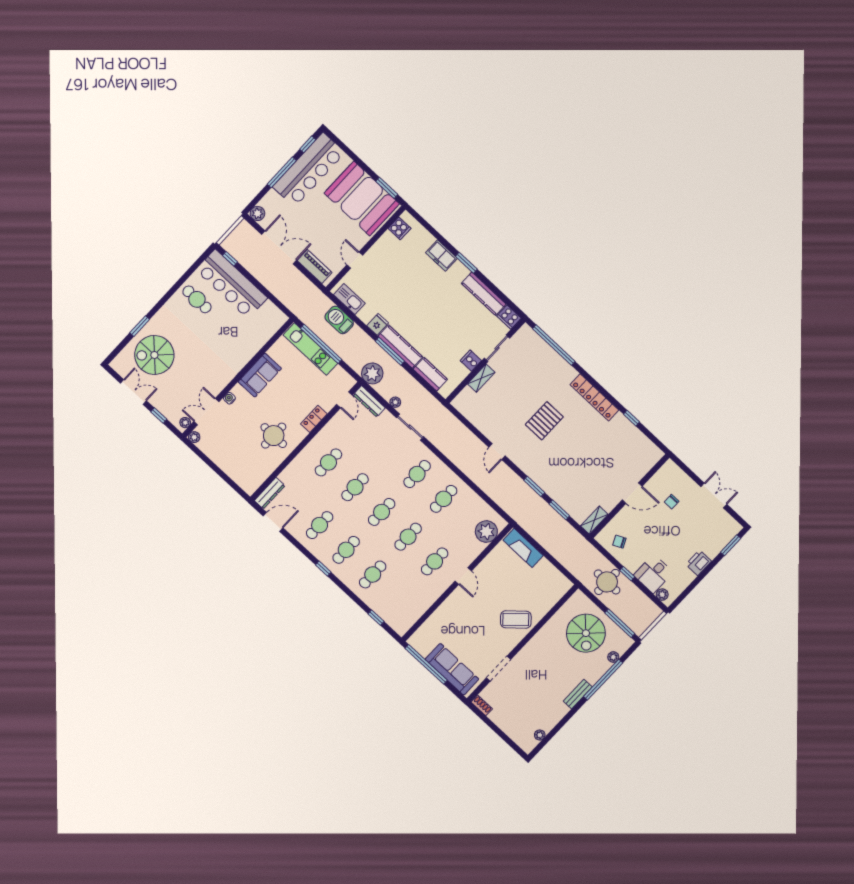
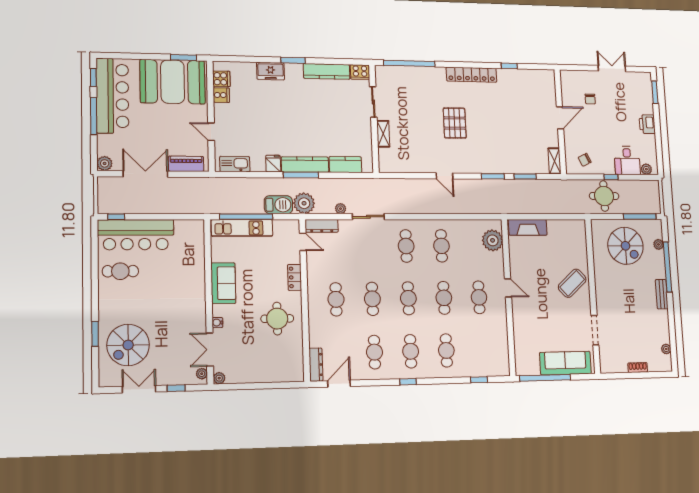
barbecue: (339, 320) -> (278, 205), moved, turned 180
cooker: (471, 361) -> (221, 95), moved, turned 180
shoe rack: (482, 705) -> (638, 367), moved

